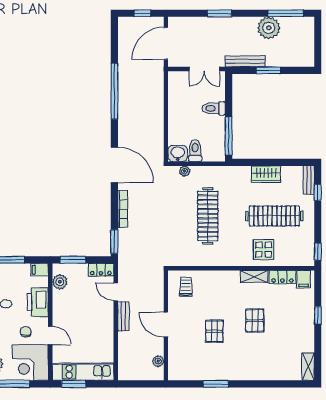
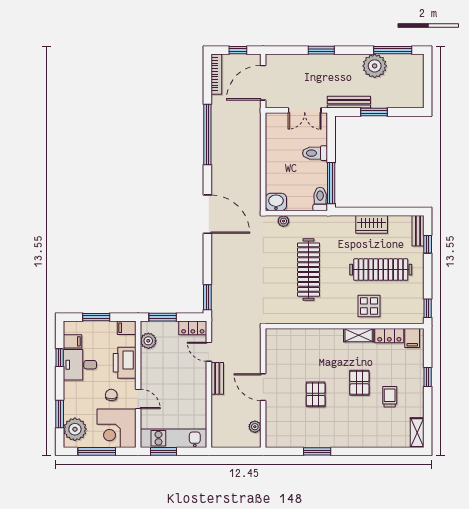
toilet: (195, 151) -> (320, 199), moved
bookcase: (123, 209) -> (216, 74), moved
trolley: (186, 287) -> (390, 397), moved

